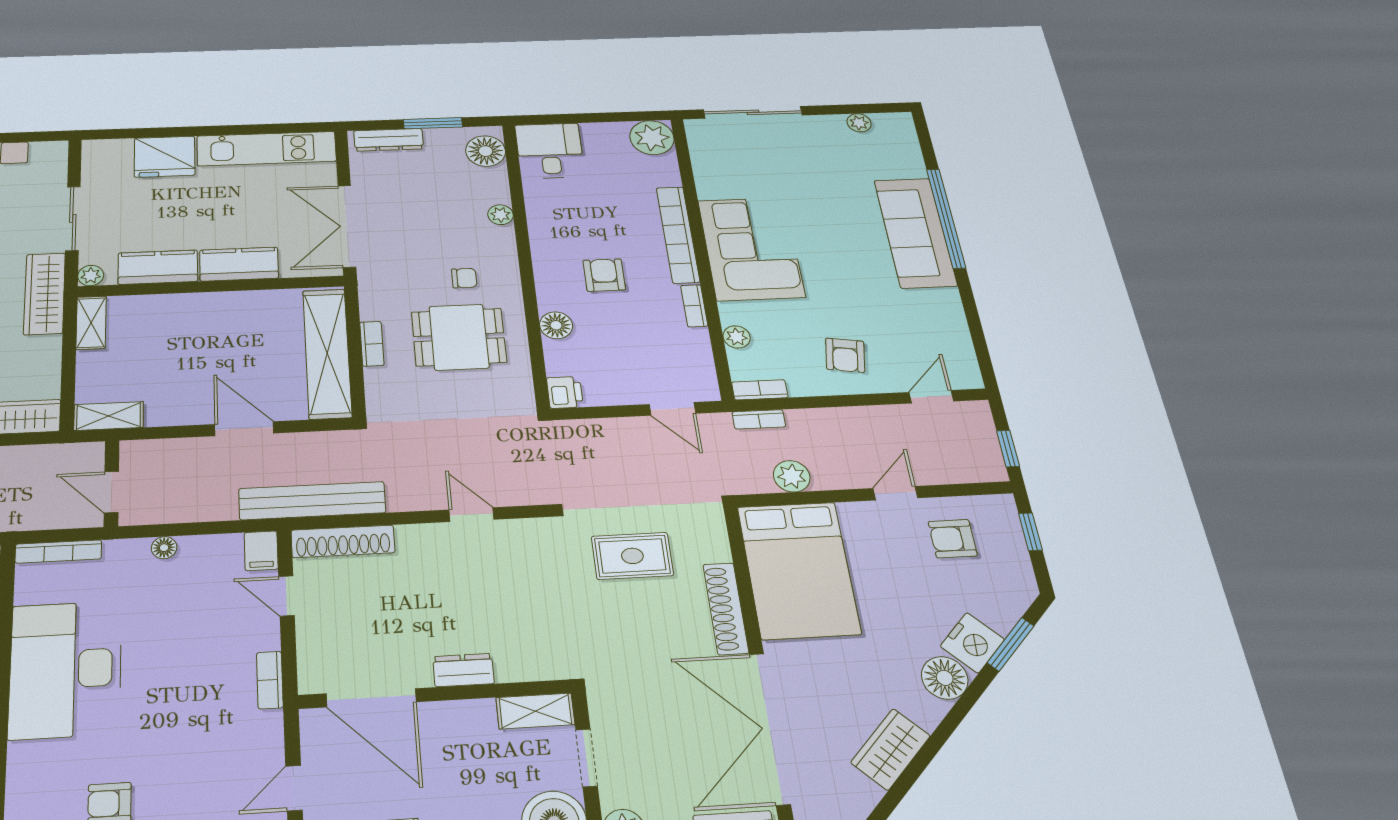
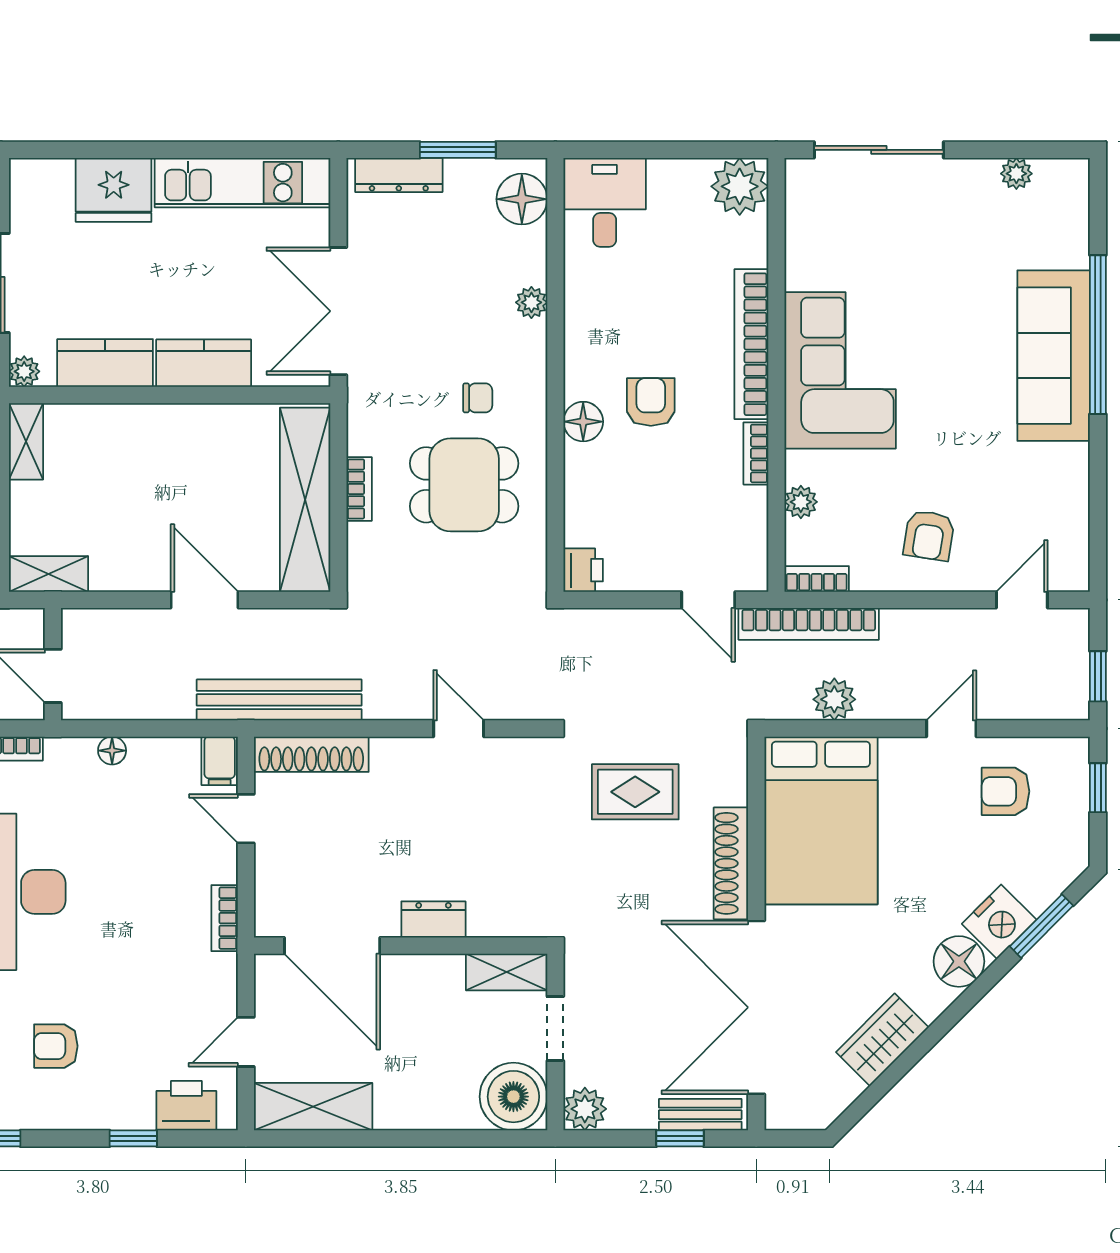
floor lamp: (556, 325) -> (583, 422), moved
bookcase: (759, 419) -> (809, 624), width x2.31, depth x1.31

